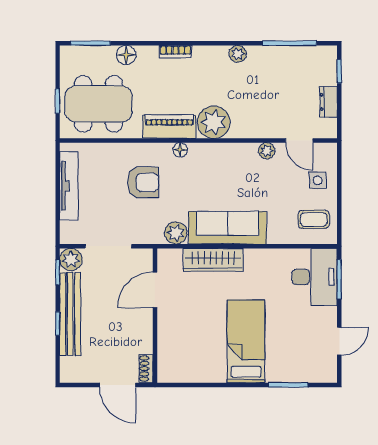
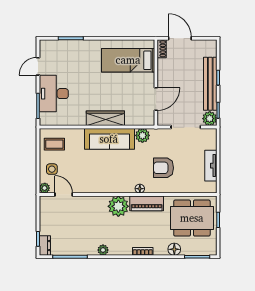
dresser: (328, 102) -> (45, 246), moved
plant: (267, 151) -> (45, 188), moved
tv unit: (69, 186) -> (211, 166), width x0.71
wardrobe: (213, 260) -> (105, 118), moved
desk: (315, 277) -> (54, 94), moved
bed: (246, 341) -> (128, 60), moved, turned 90

